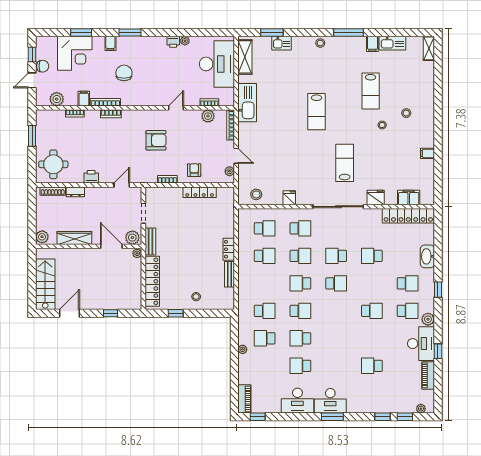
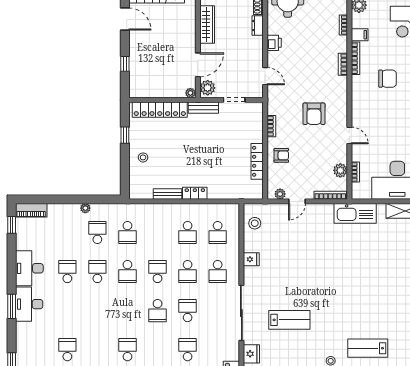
lab bench: (317, 112) -> (345, 289), removed
school desk: (372, 311) -> (127, 350), turned 180

